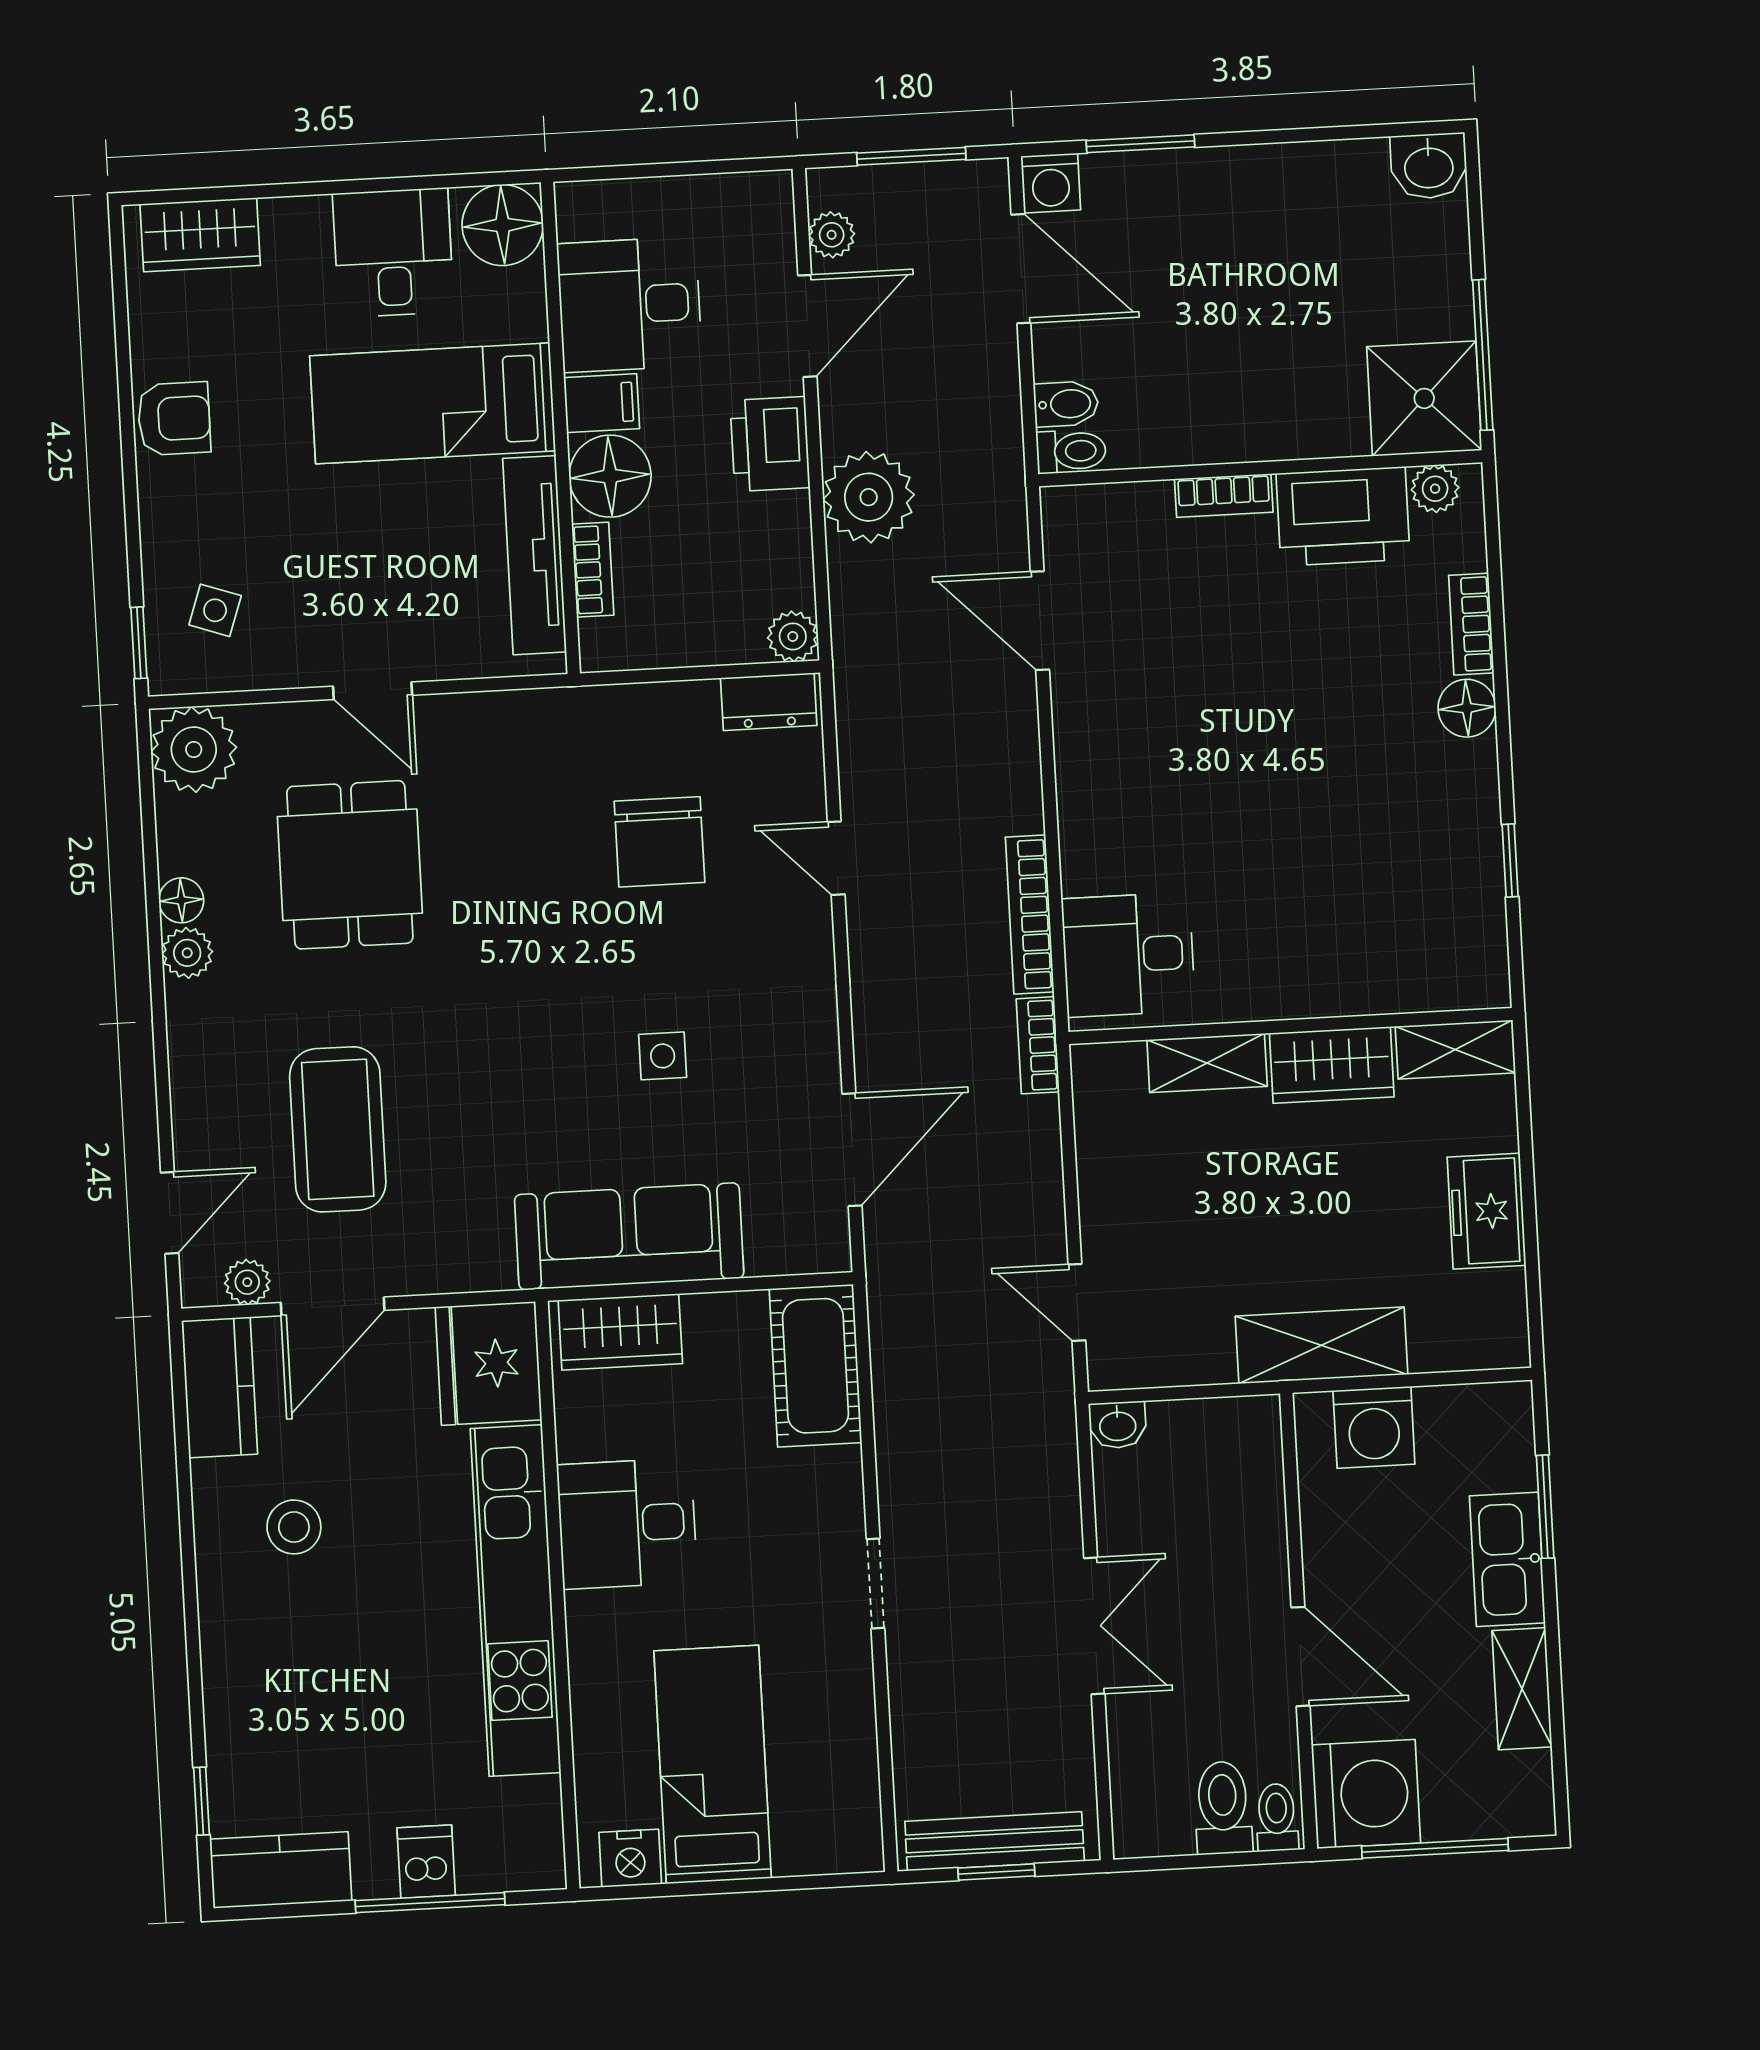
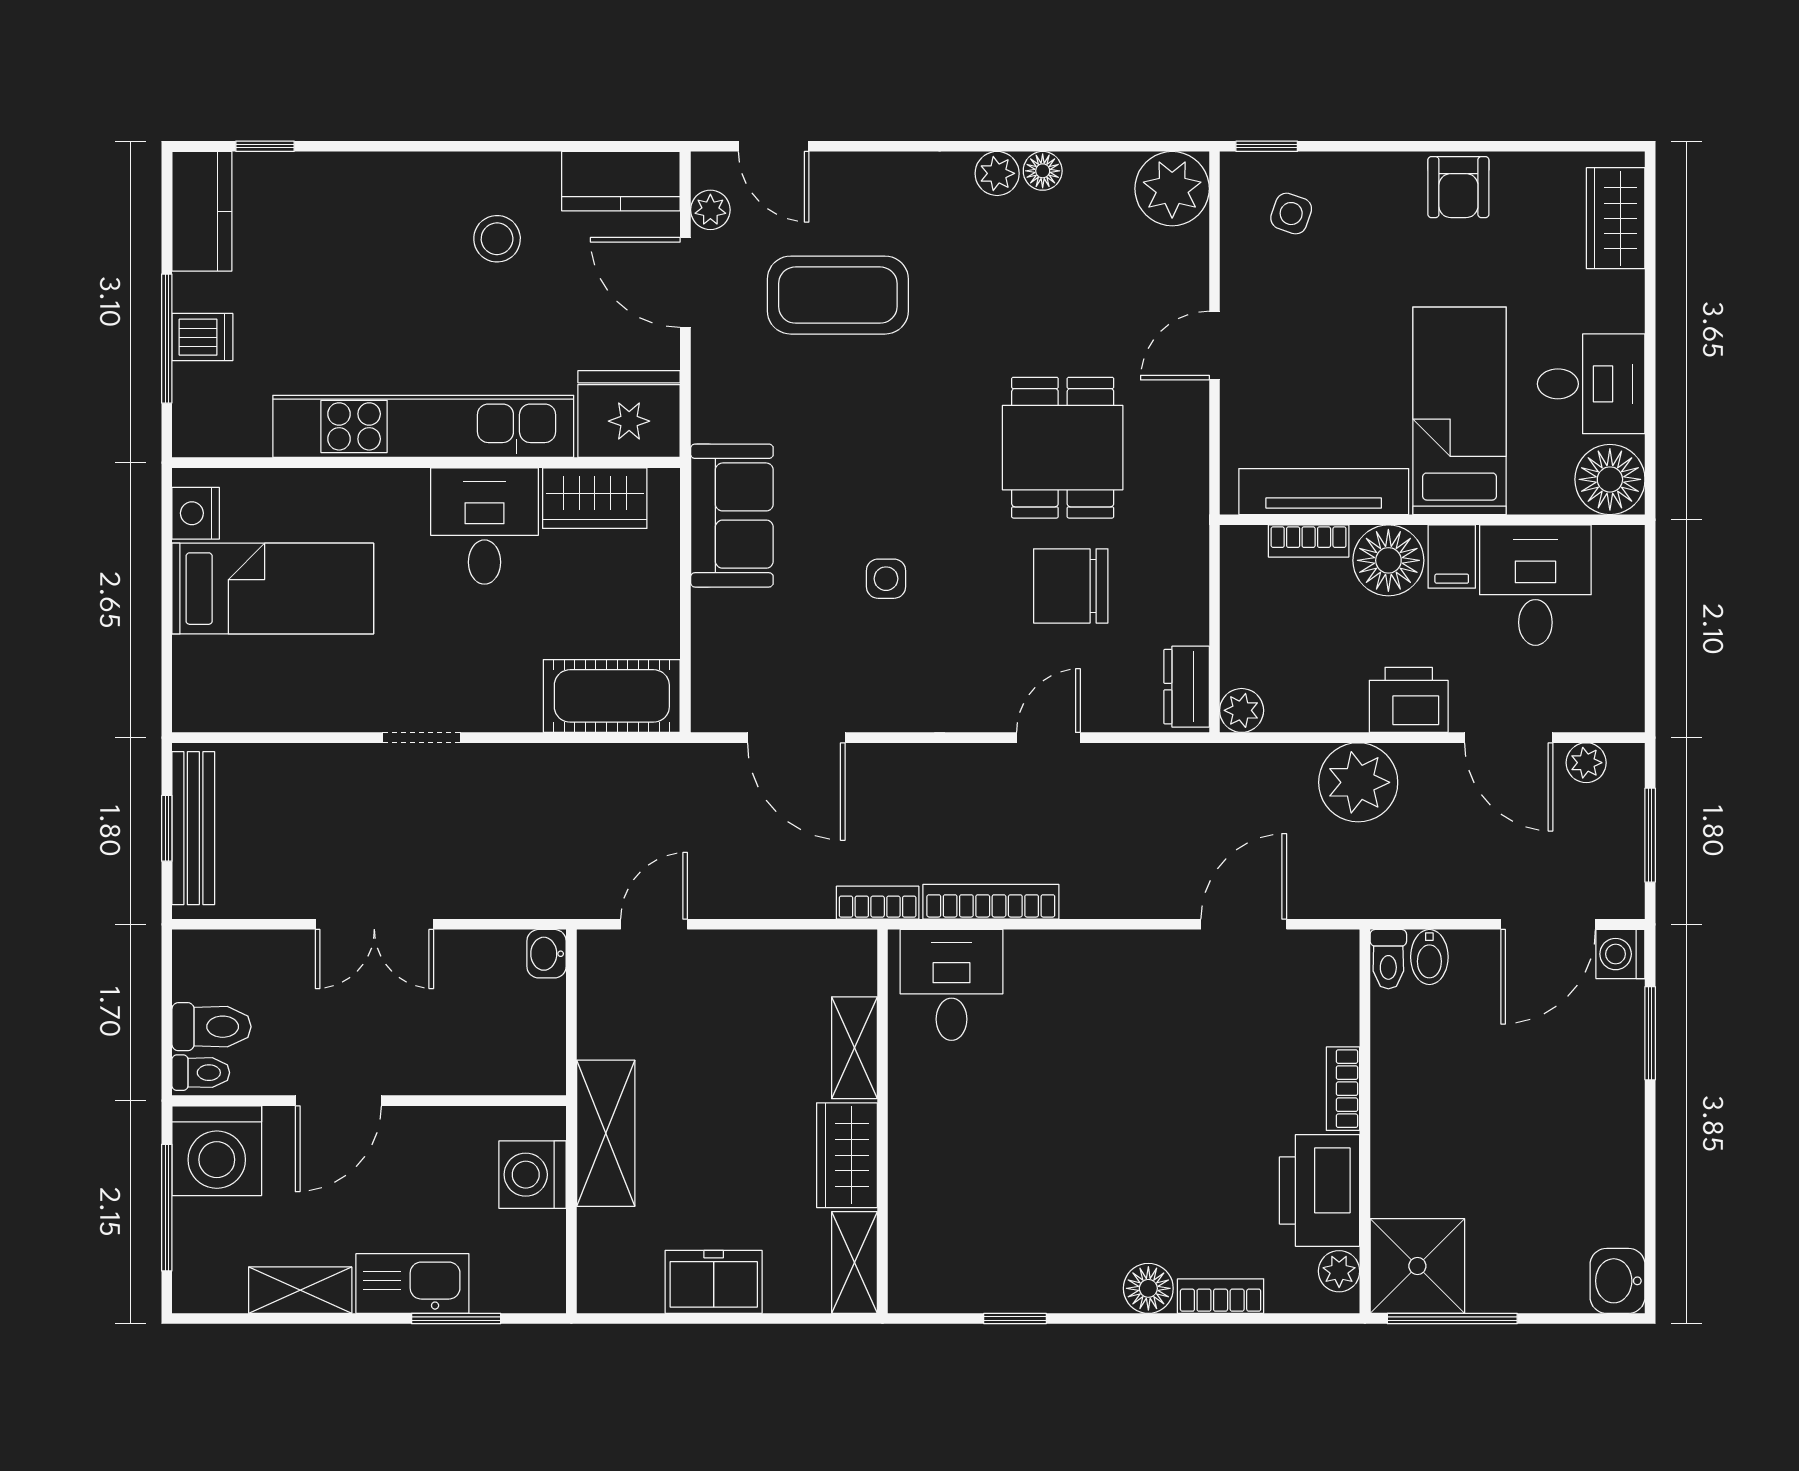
dining table: (350, 865) -> (1063, 448), moved, turned 90
sofa: (629, 1236) -> (732, 516), width x0.73
wardrobe: (620, 1332) -> (595, 498), moved, turned -90

